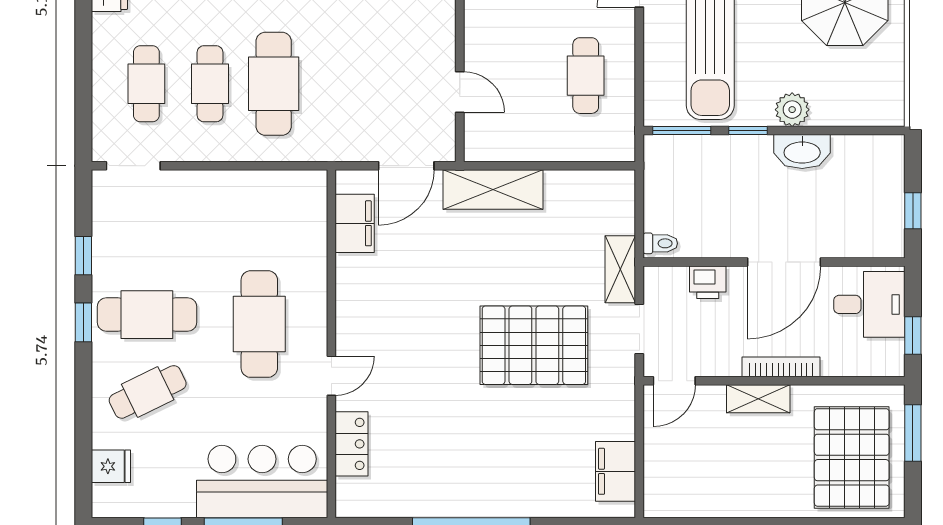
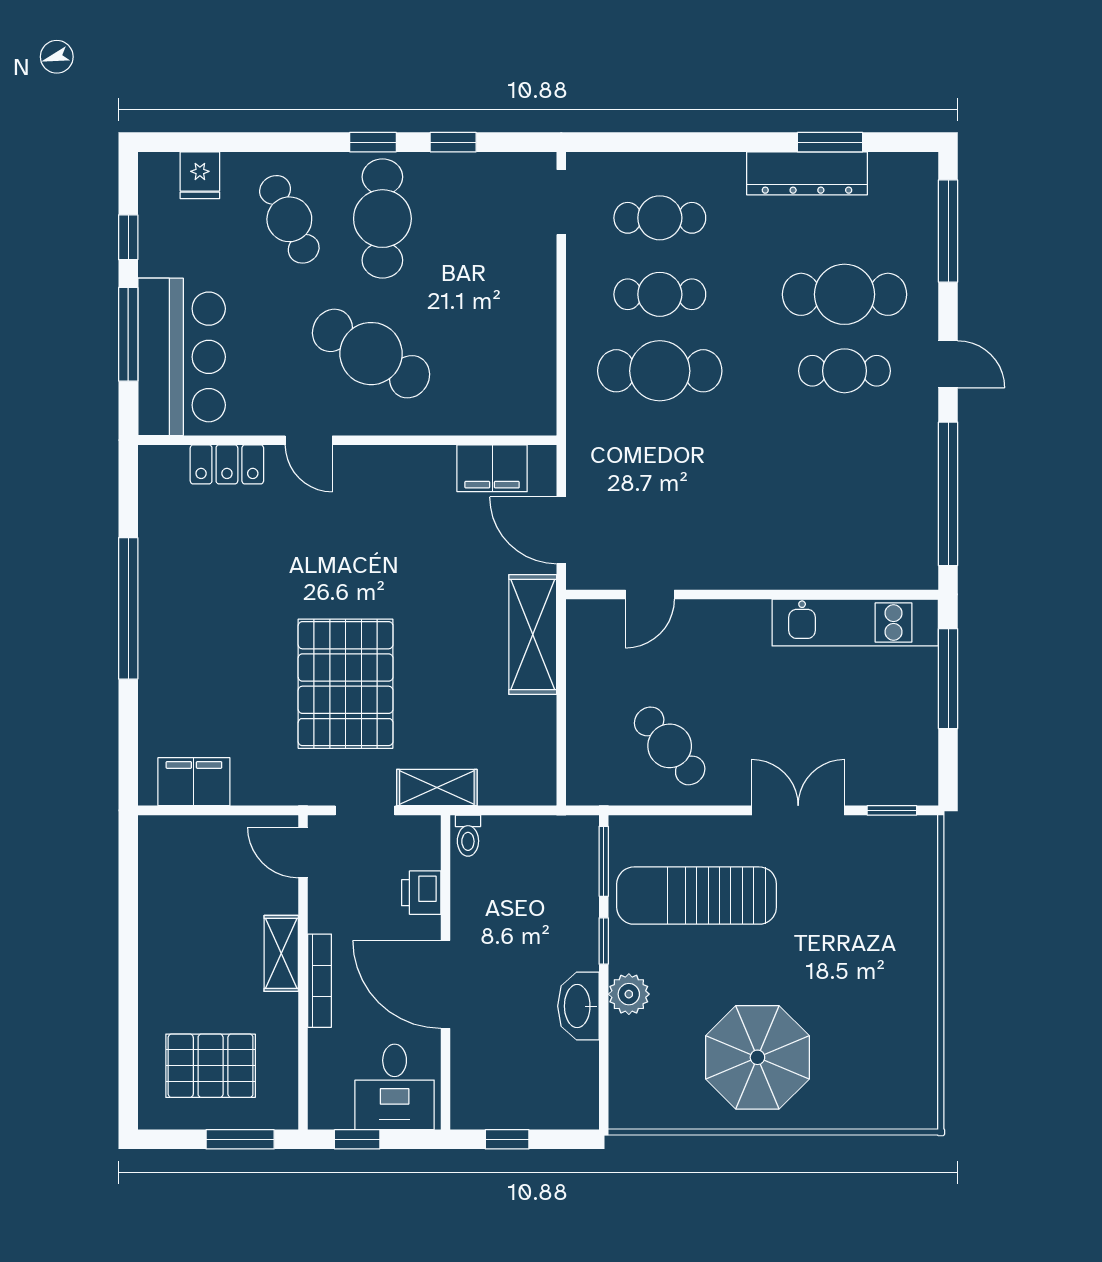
cafe table: (586, 76) -> (670, 746), turned 50
cafe table: (259, 324) -> (371, 354), turned 31
pallet: (852, 457) -> (211, 1066), width x0.73, depth x0.71

